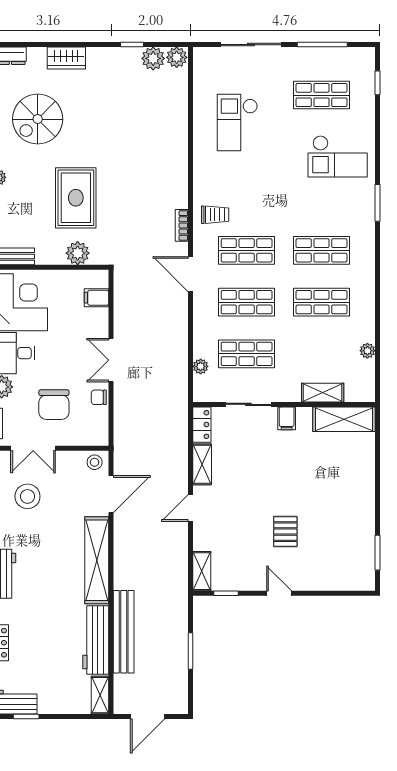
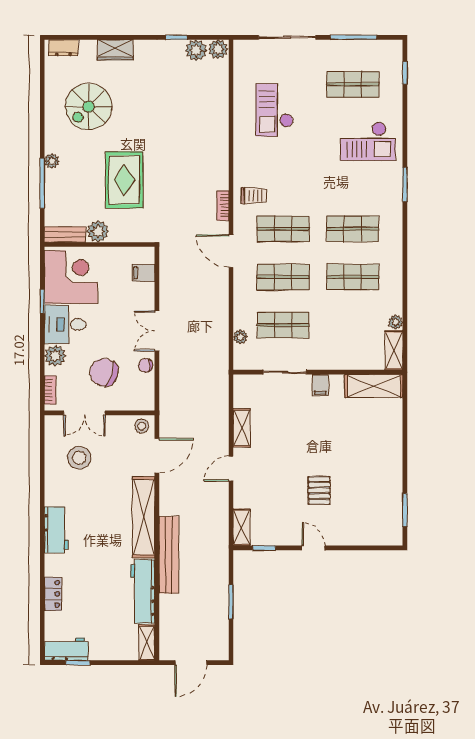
plant: (78, 253) -> (98, 231), moved
shelving: (323, 393) -> (394, 350), moved, turned 90
chair: (54, 405) -> (104, 372), turned 108
locker: (202, 425) -> (242, 391), removed
bench: (124, 632) -> (169, 555), moved

